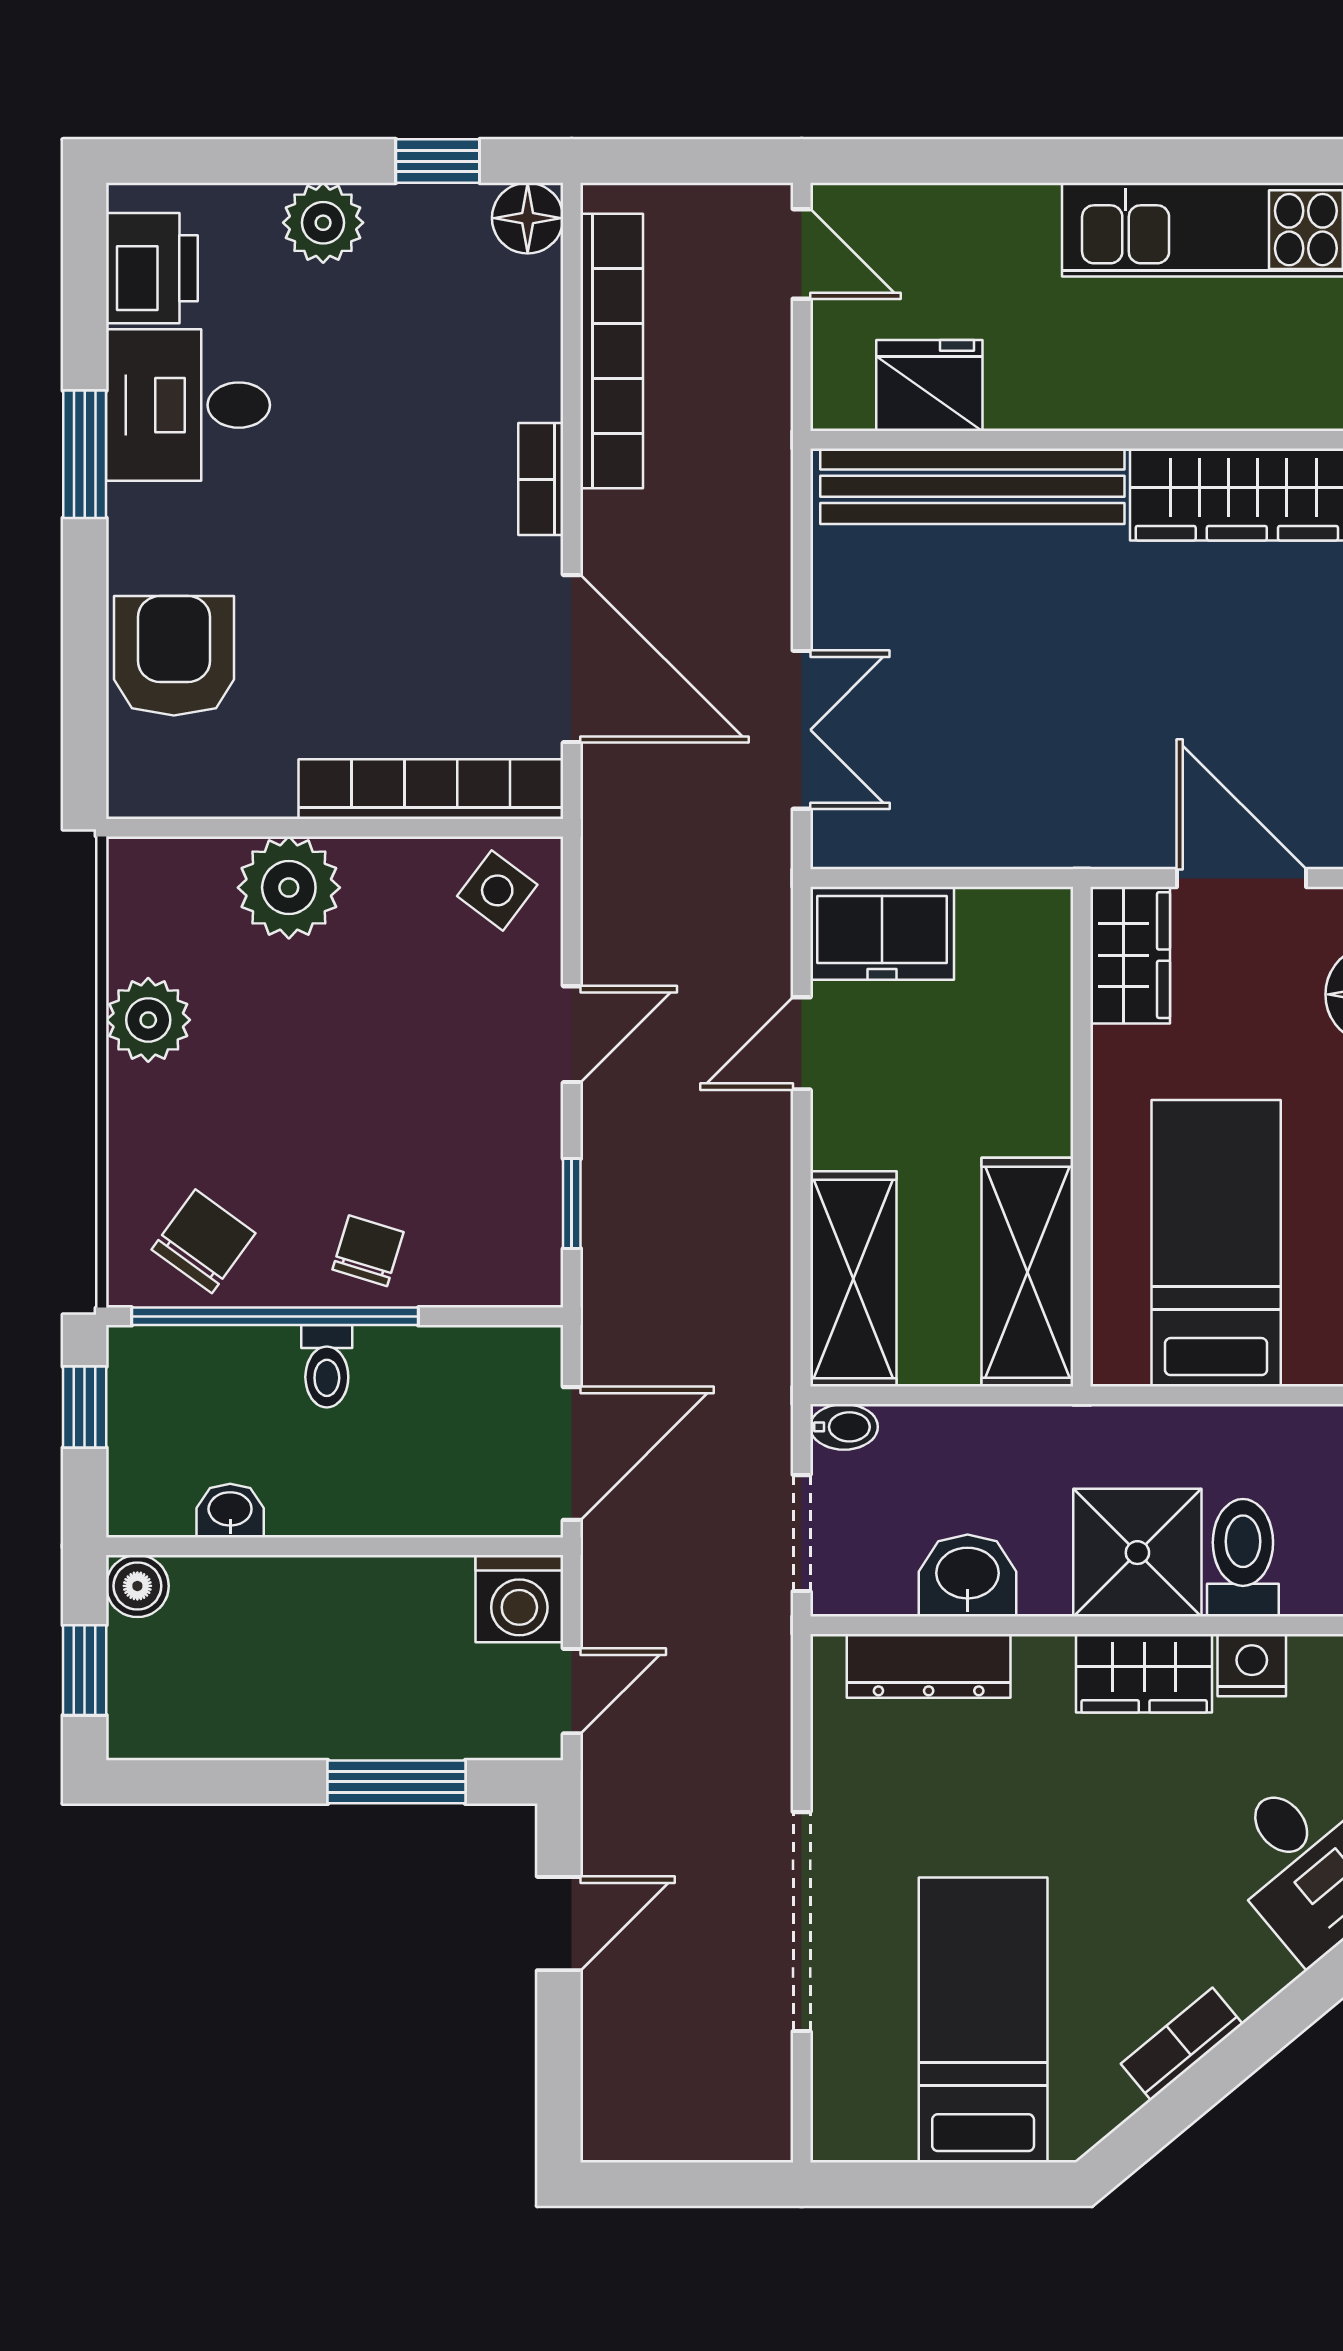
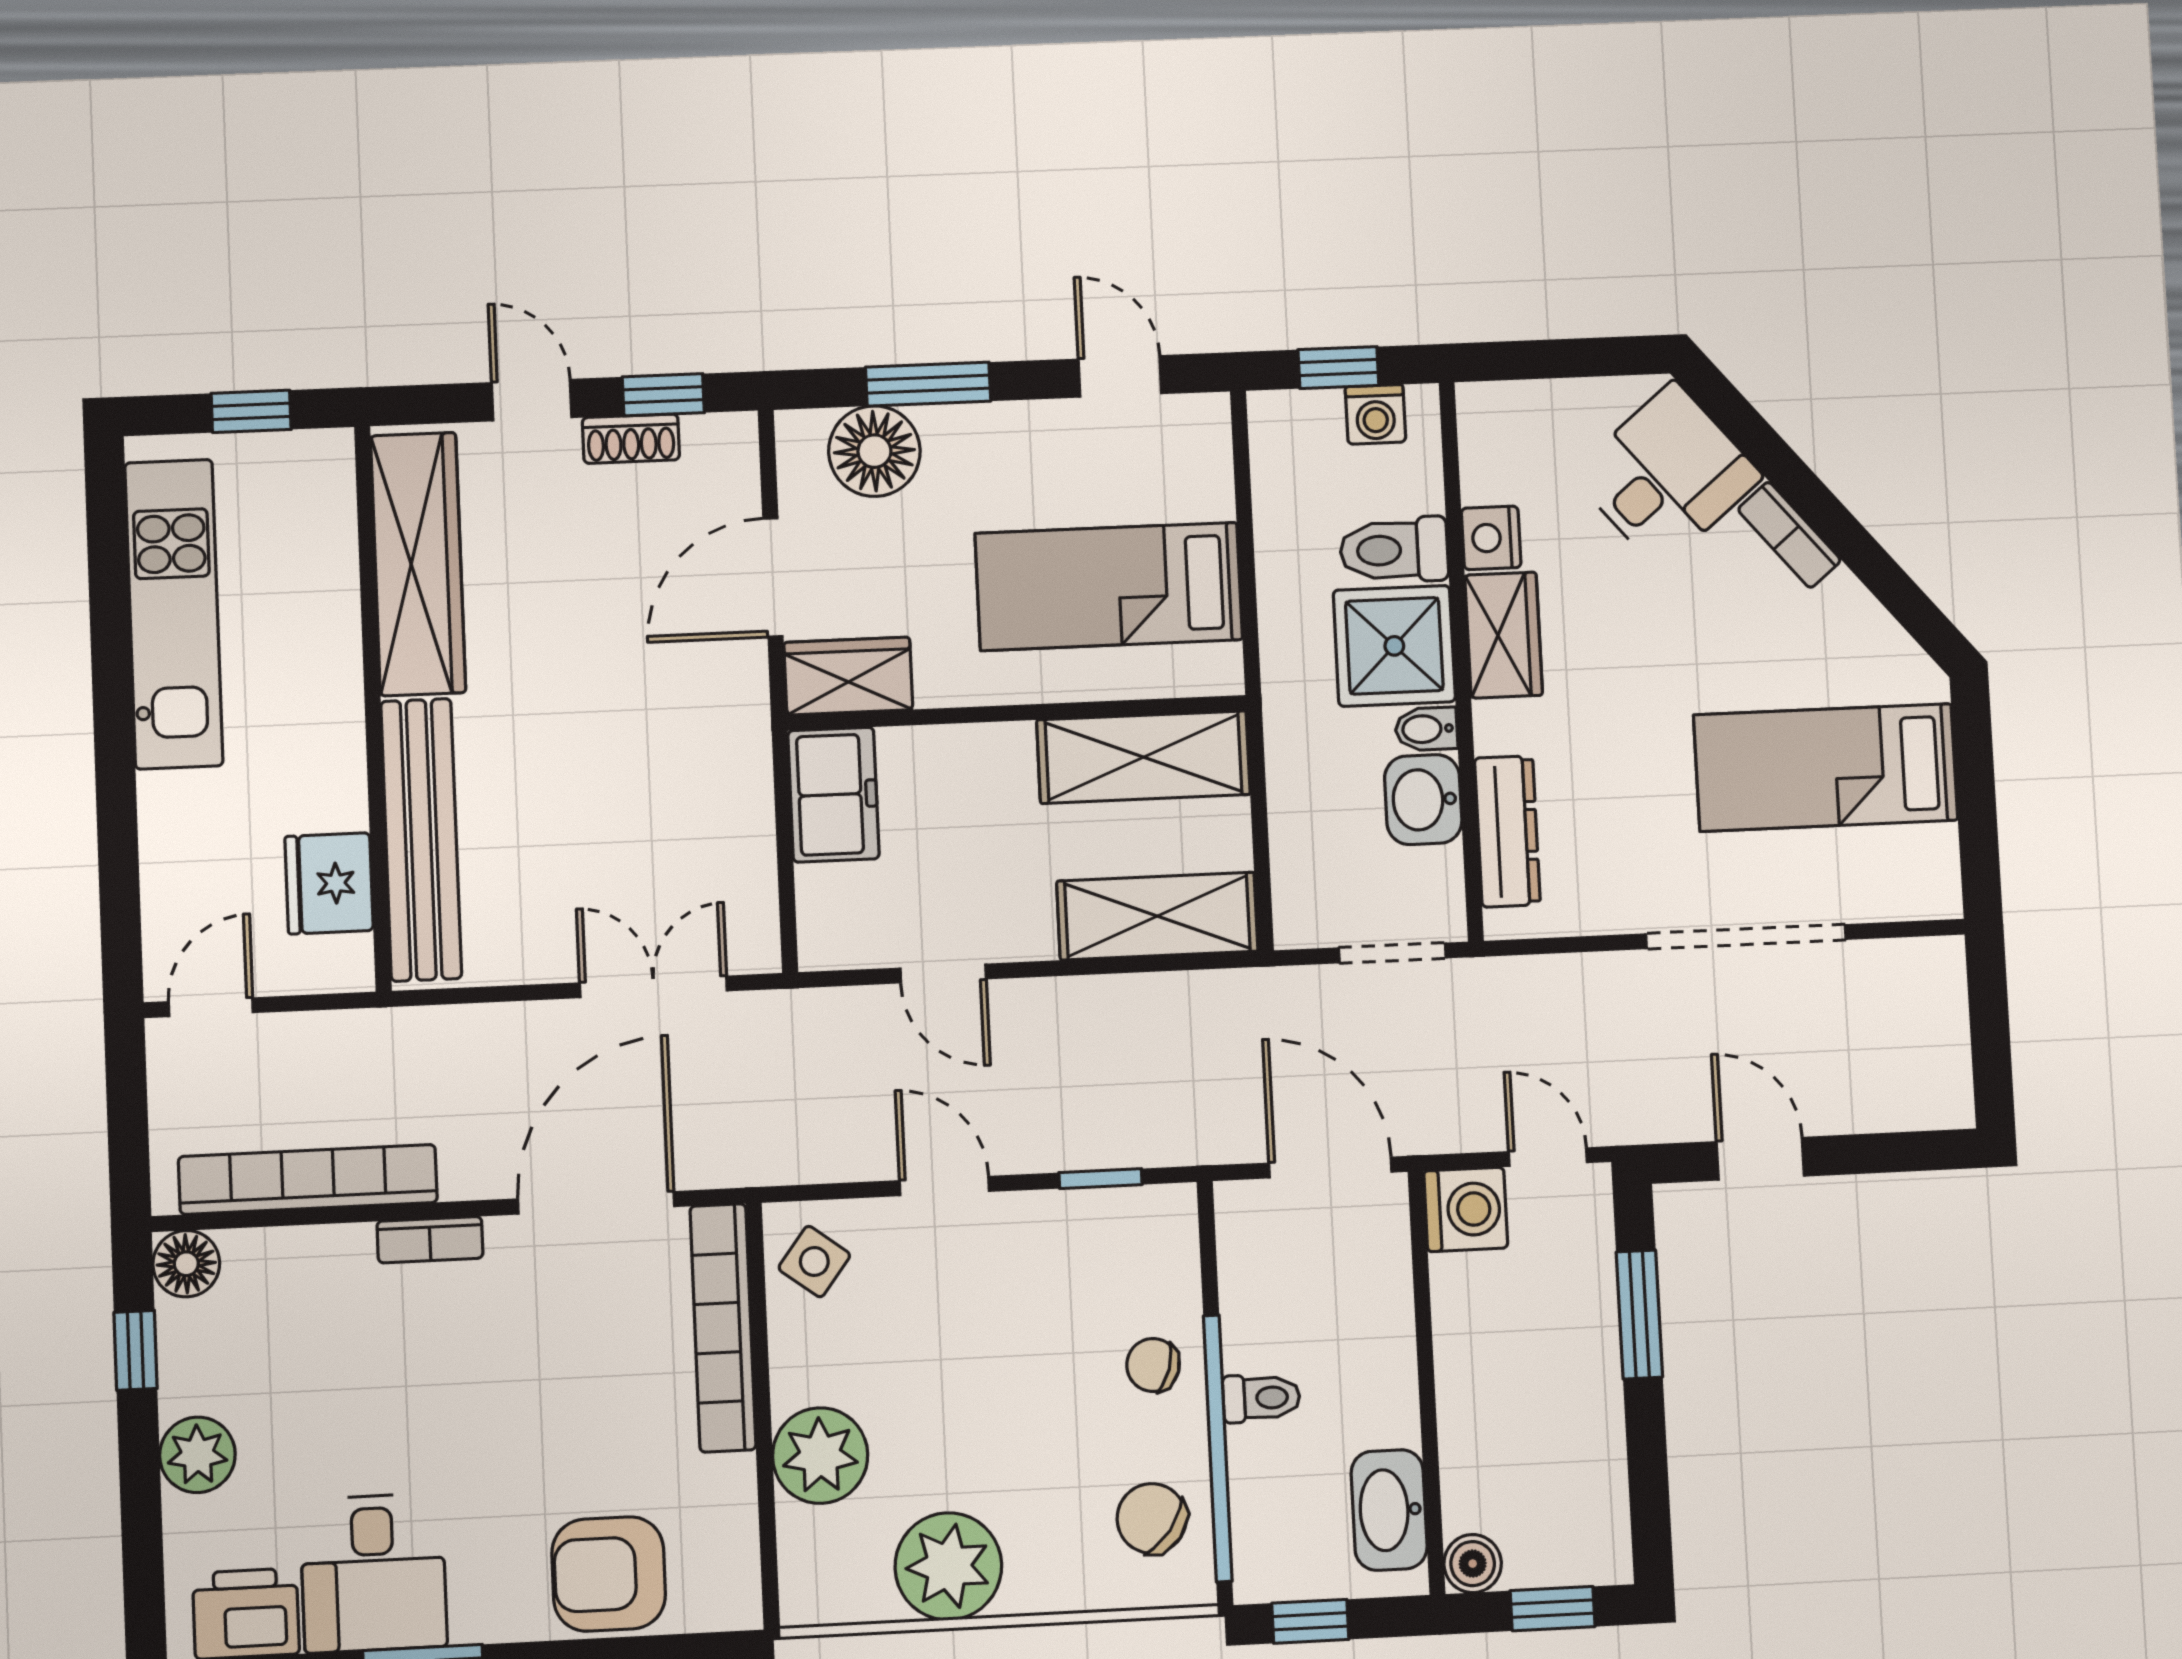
freezer: (882, 933) -> (833, 795), moved
plant: (148, 1020) -> (948, 1566), width x1.36, depth x1.36
bidet: (844, 1427) -> (1426, 729), moved, turned -90
washbasin: (230, 1511) -> (1389, 1510), width x1.91, depth x1.45
bookcase: (1182, 2044) -> (1789, 535), moved

